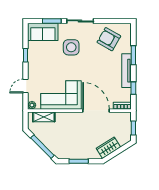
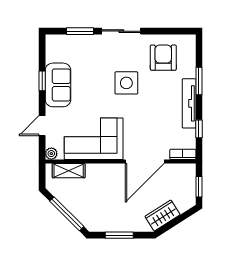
sofa: (43, 32) -> (58, 85), moved, turned -90
armchair: (109, 39) -> (163, 58), turned 60
side table: (71, 47) -> (126, 83), moved
door: (96, 111) -> (145, 161), swing flipped

